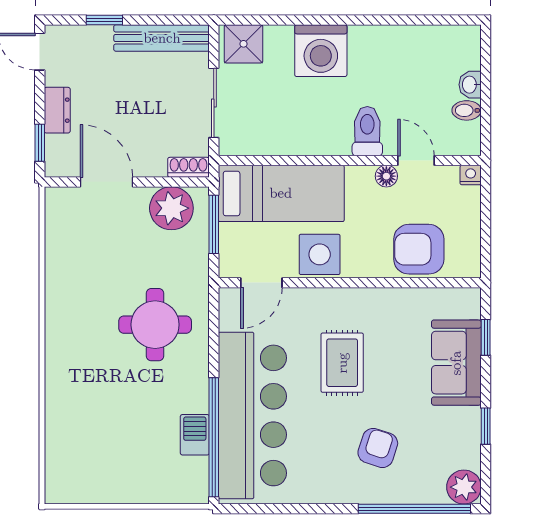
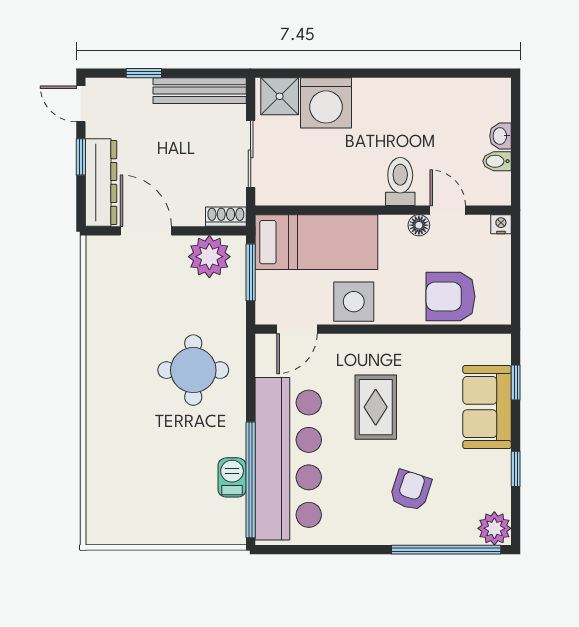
washing machine: (321, 51) -> (326, 103), moved
dresser: (57, 110) -> (101, 182), width x1.96, depth x1.24
window: (40, 143) -> (81, 157), moved

